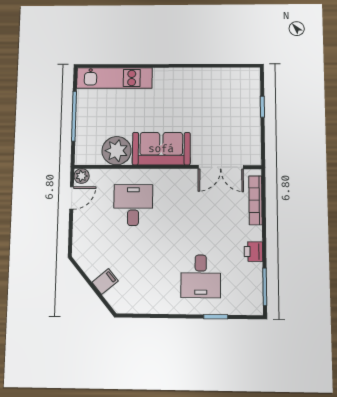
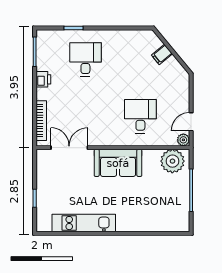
kitchen unit: (114, 78) -> (84, 223), moved
plant: (117, 151) -> (172, 161), moved
desk: (133, 205) -> (140, 116), turned 180

